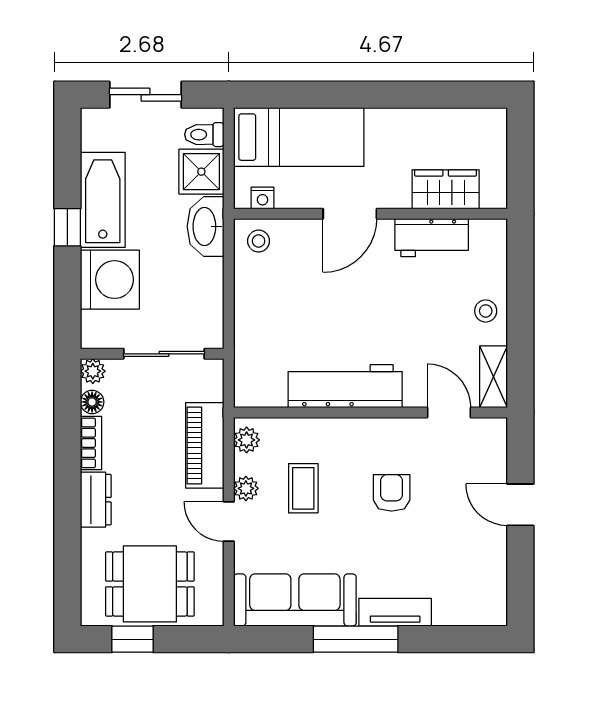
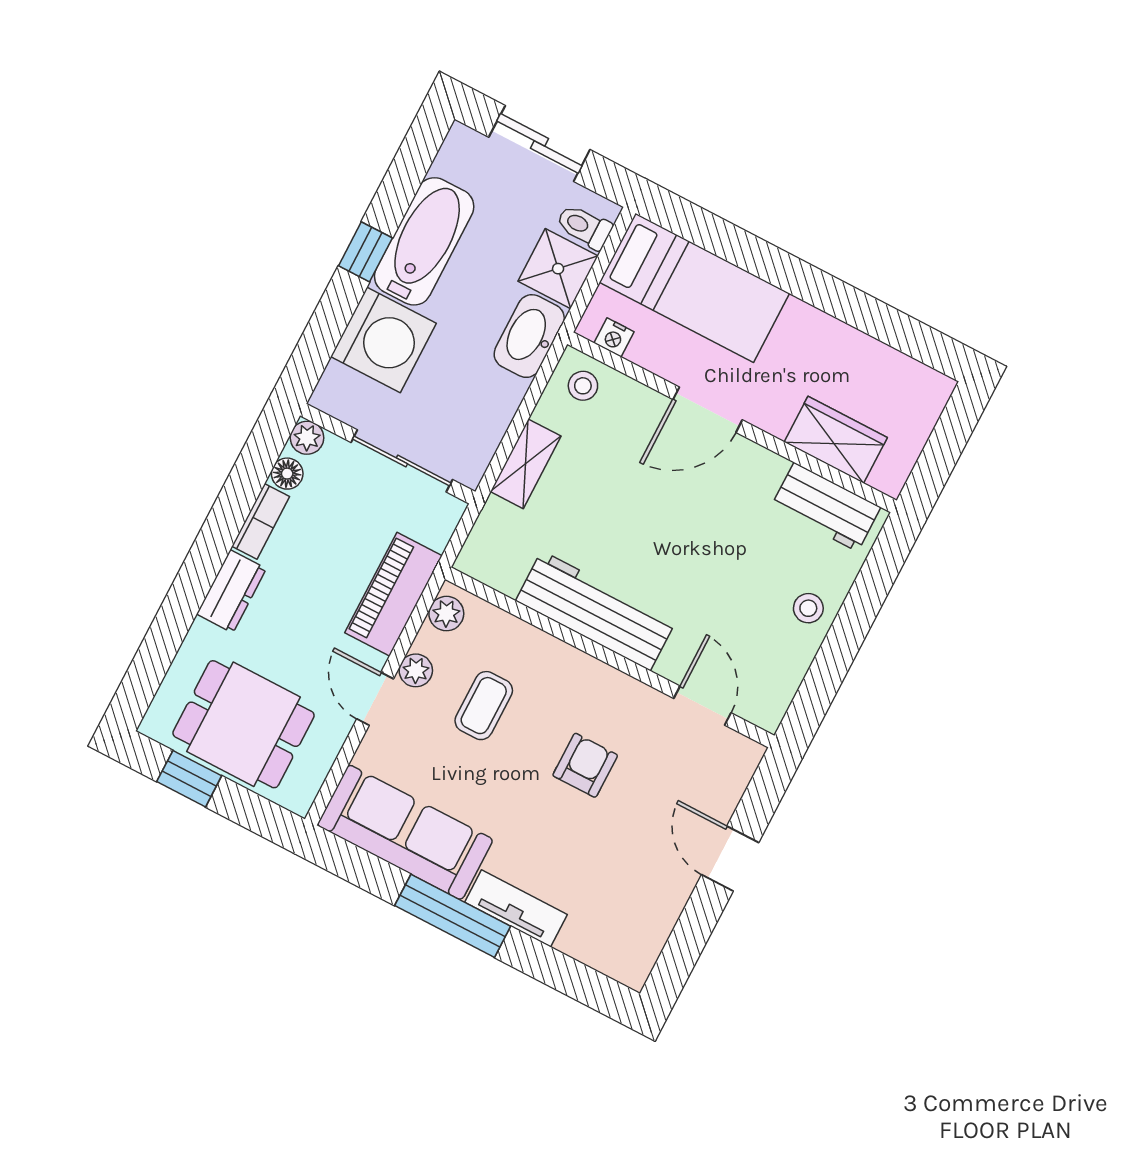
workbench: (432, 238) -> (826, 507), moved
shelving: (493, 377) -> (526, 464), moved

